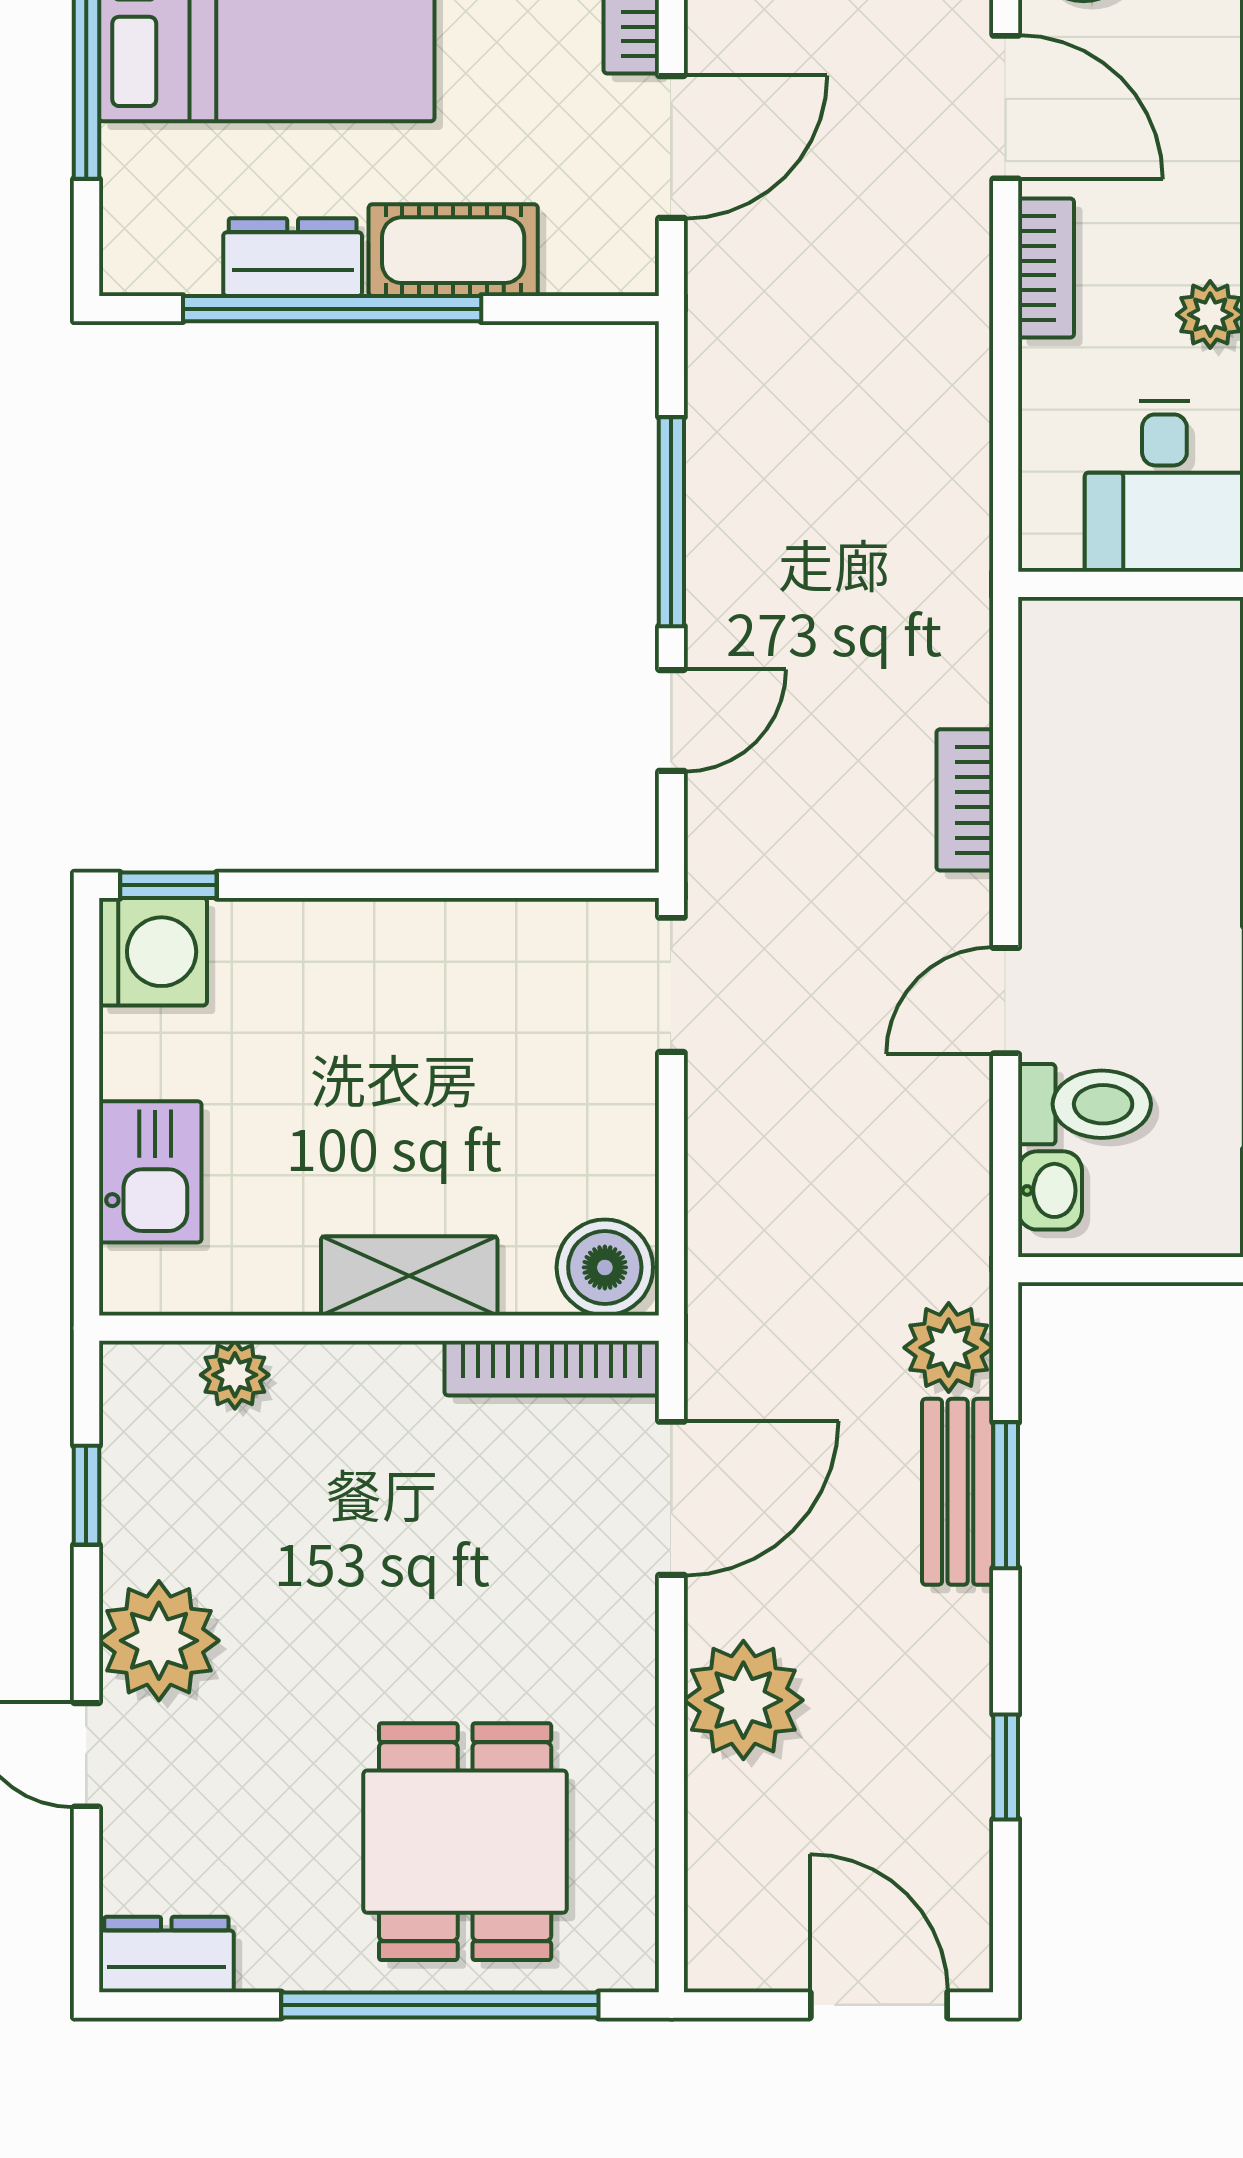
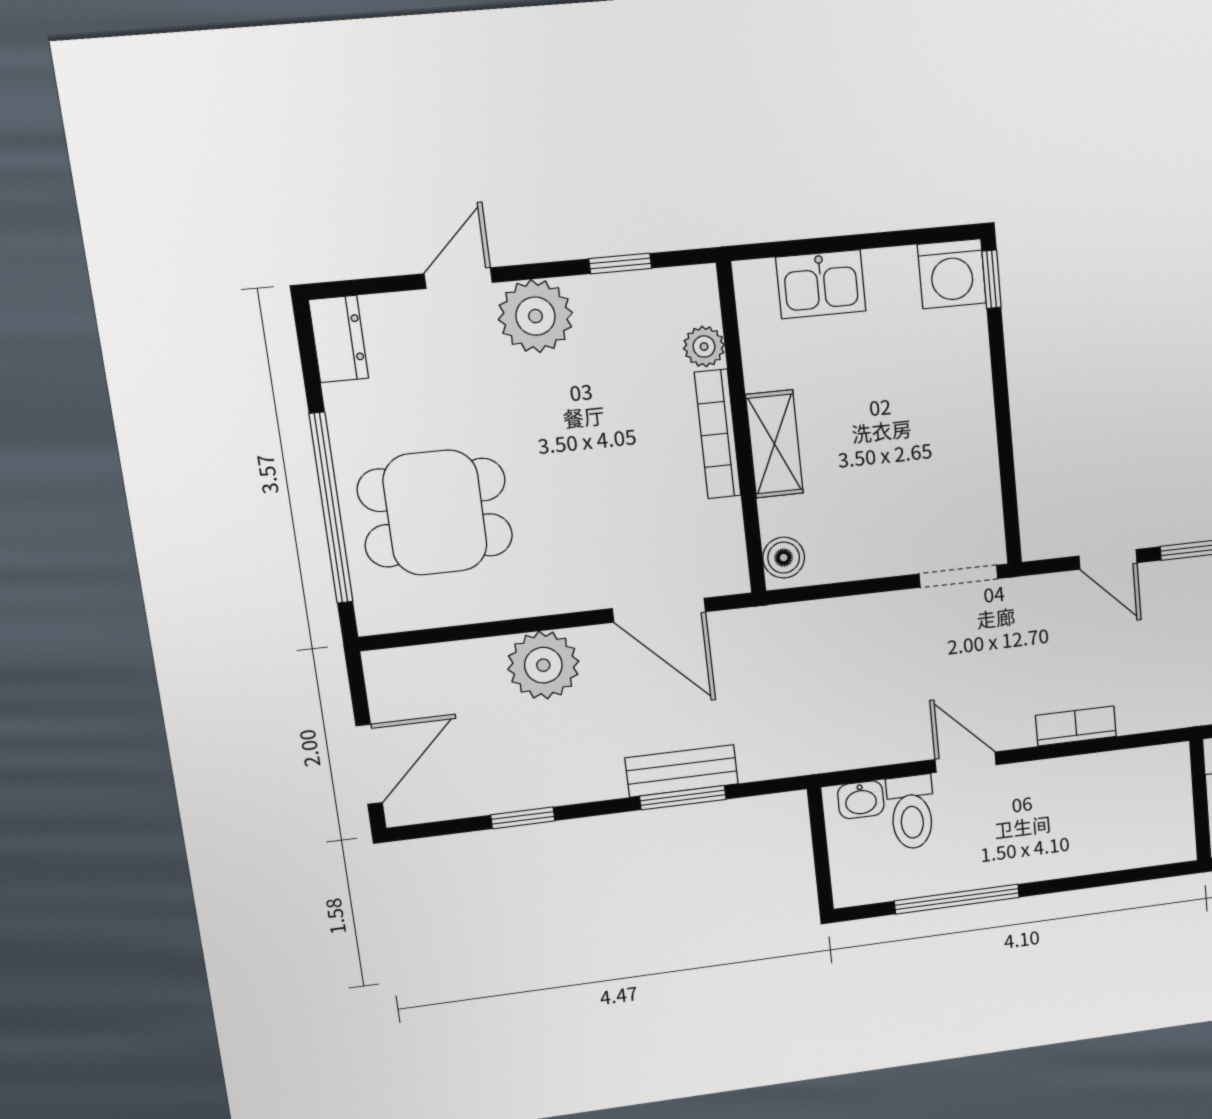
boiler: (605, 1267) -> (784, 558), width x0.73, depth x0.73
plant: (949, 1348) -> (765, 756), removed
bookcase: (552, 1368) -> (718, 434), moved

